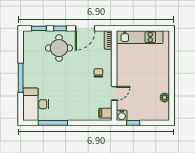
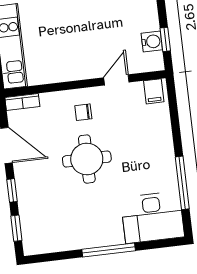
round table: (59, 48) -> (87, 159), moved
door: (114, 93) -> (116, 80), hinge flipped
water cooler: (122, 115) -> (152, 42), moved

